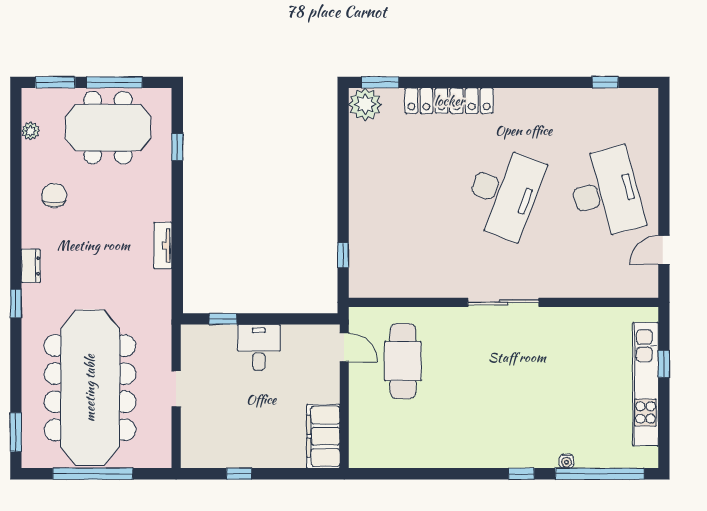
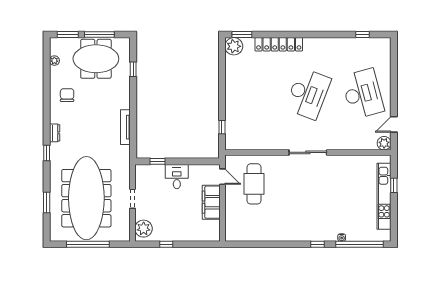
tv unit: (163, 246) -> (125, 127), width x1.41
plant: (646, 285) -> (384, 143), added
window: (16, 432) -> (47, 203), moved
filing cabinet: (323, 436) -> (211, 202), moved
plant: (197, 444) -> (144, 229), added

